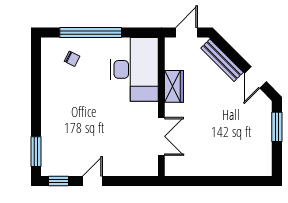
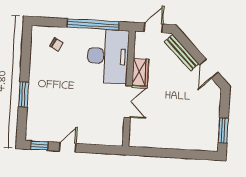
window: (91, 33) -> (93, 24), moved
window: (277, 127) -> (223, 130), moved
double door: (161, 136) -> (128, 102), moved
window: (36, 152) -> (24, 94), moved

